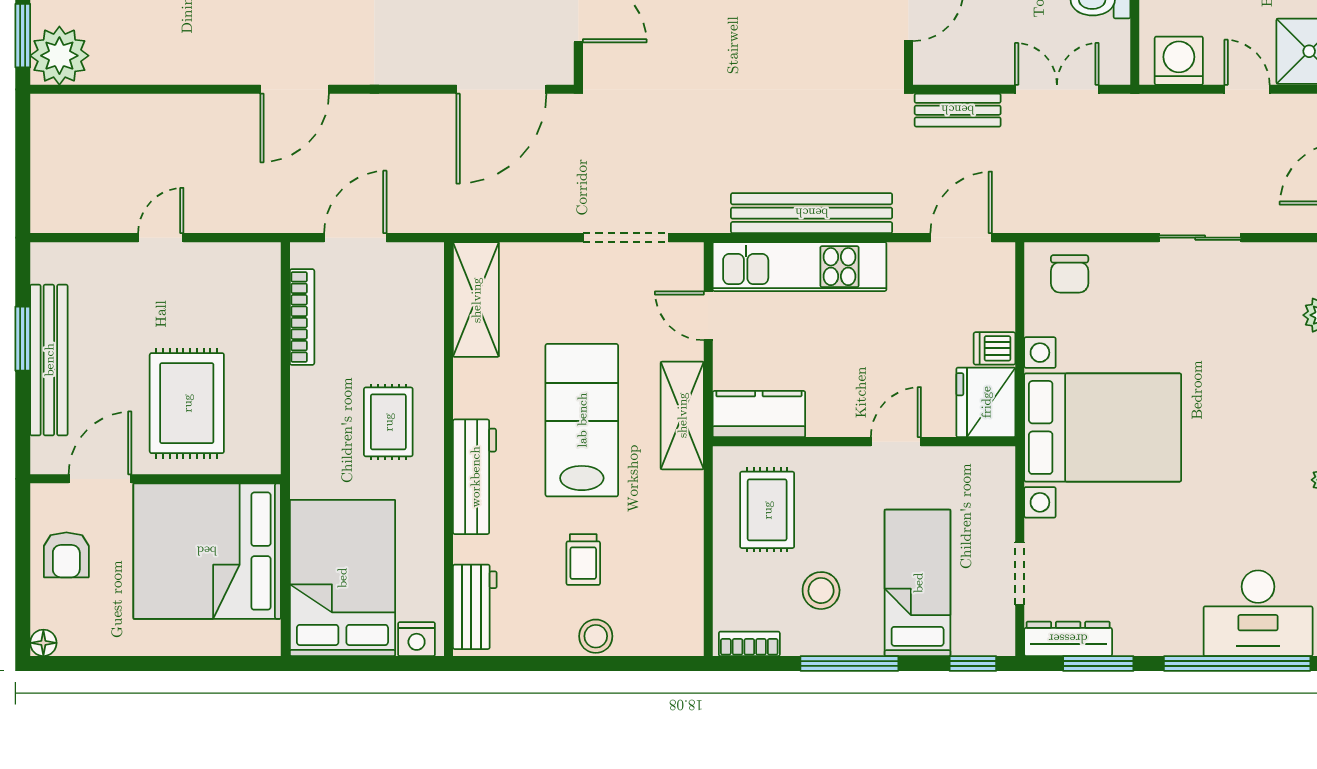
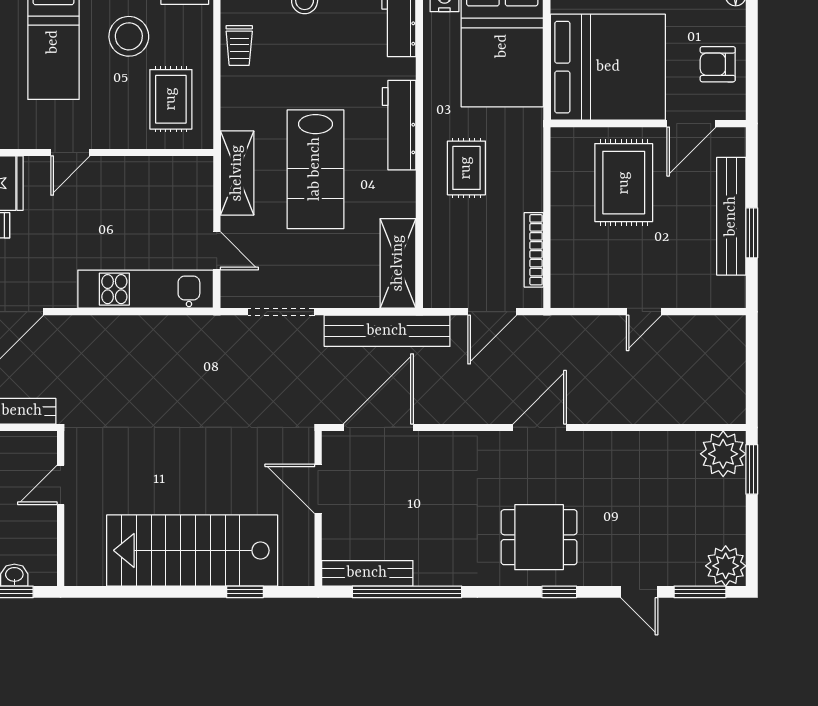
bench: (812, 213) -> (387, 331), moved
kitchen counter: (759, 414) -> (177, 174), removed
armchair: (66, 555) -> (718, 64), turned -90
trolley: (583, 560) -> (239, 45), moved, turned 180
stool: (821, 591) -> (129, 36), width x1.38, depth x1.38

